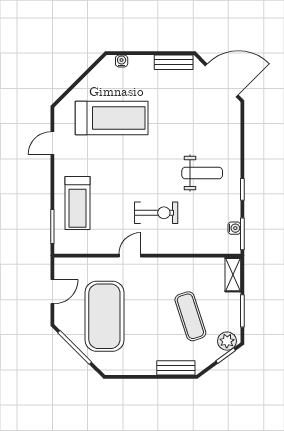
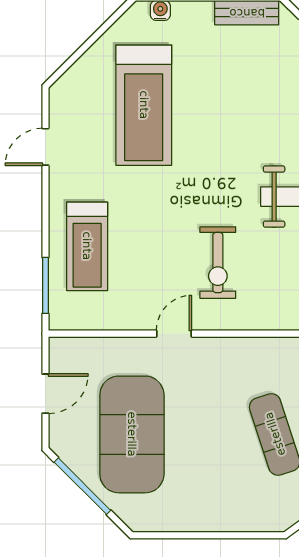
treadmill: (112, 118) -> (144, 105), turned 90
exercise bike: (156, 213) -> (218, 263), turned 90
bench: (176, 368) -> (251, 520), removed

